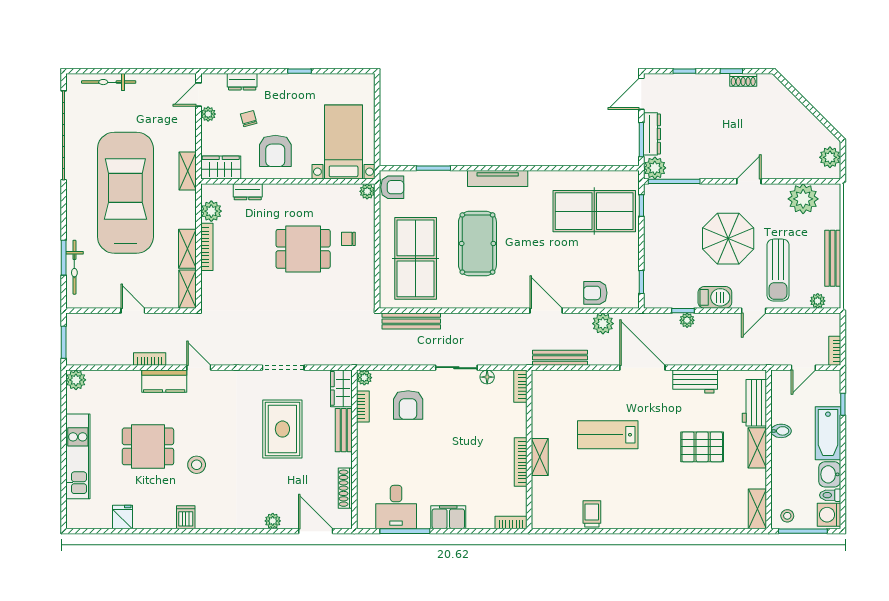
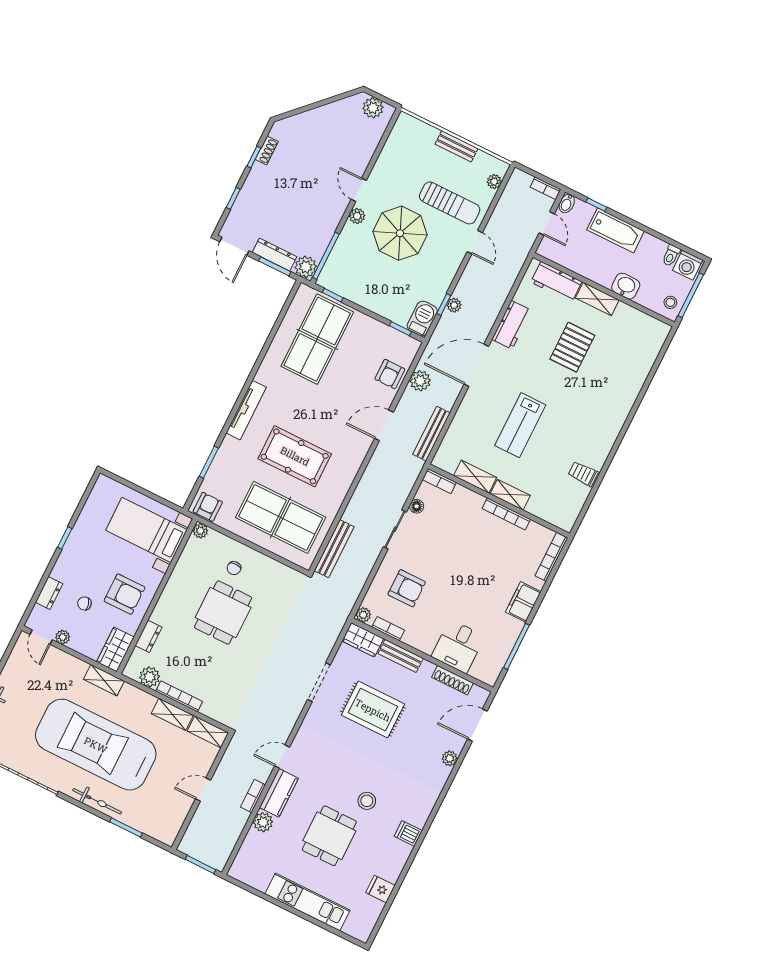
plant: (803, 199) -> (357, 216), moved, width x0.53, depth x0.53
bench: (833, 258) -> (457, 146), width x0.73
bicycle: (74, 267) -> (97, 801), moved
barbecue: (715, 297) -> (422, 319), moved
plant: (76, 380) -> (263, 822), moved
bidet: (781, 431) -> (567, 203), moved, turned 180
washbasin: (830, 474) -> (626, 286), moved, turned 180
desk: (396, 507) -> (458, 646), moved, turned 90
shelving: (757, 509) -> (475, 477), moved
bookcase: (511, 522) -> (551, 557), width x1.56

